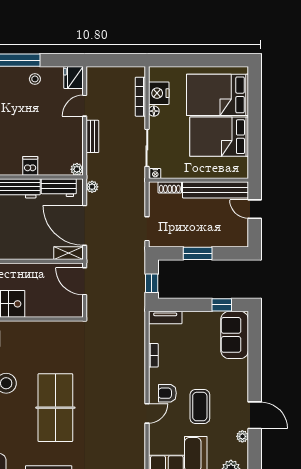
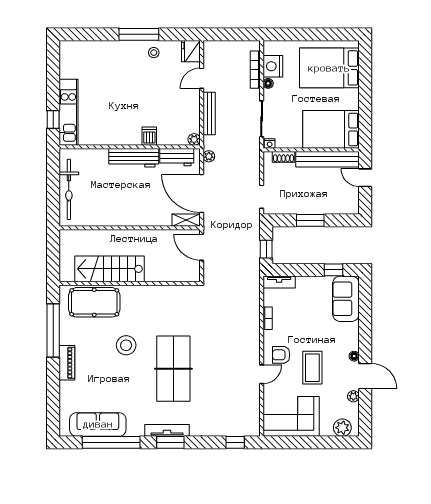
bench: (92, 136) -> (209, 114), width x1.36
bed: (219, 137) -> (331, 129), moved
floor lamp: (243, 395) -> (354, 356), added

